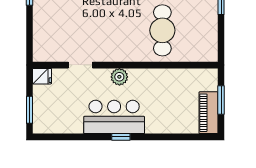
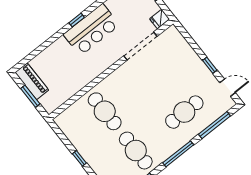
doorway: (80, 65) -> (140, 46), width x1.87
plant: (119, 77) -> (109, 59), removed

